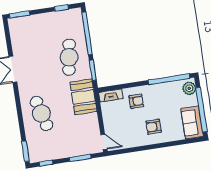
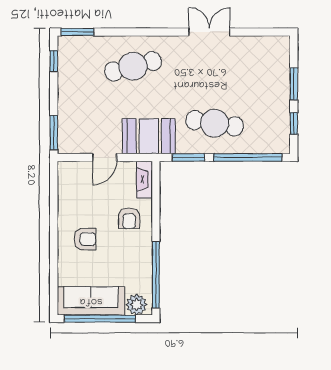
window: (20, 14) -> (294, 84), moved
sofa: (192, 123) -> (91, 301), width x1.36
armchair: (154, 127) -> (85, 239), turned 90
door: (104, 142) -> (105, 157), moved
window: (80, 158) -> (54, 133), moved

